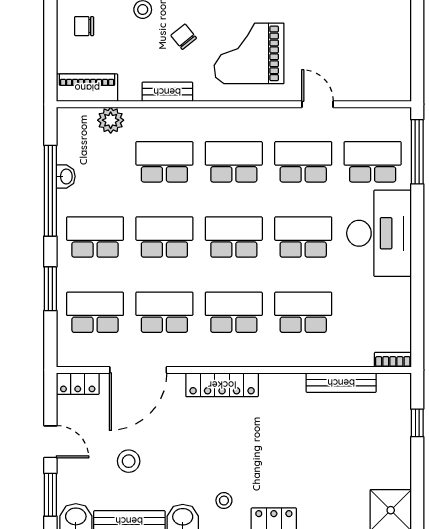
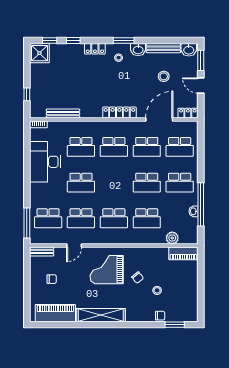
chair: (84, 26) -> (52, 279), moved
grand piano: (249, 53) -> (107, 270), turned 180
bench: (167, 92) -> (42, 251), moved
door: (318, 104) -> (74, 246), hinge flipped
desk: (379, 233) -> (45, 162), moved
school desk: (234, 237) -> (114, 183), removed
window: (50, 289) -> (201, 158), removed

